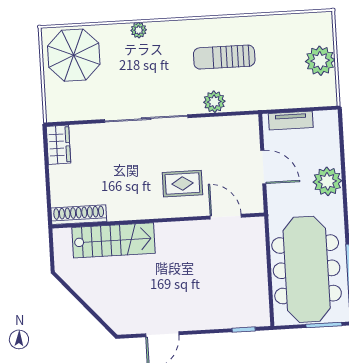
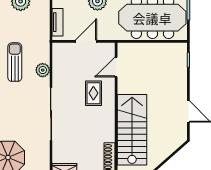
sun lounger: (224, 57) -> (15, 62), turned 180
stairs: (113, 240) -> (132, 130), width x1.36, depth x1.51

